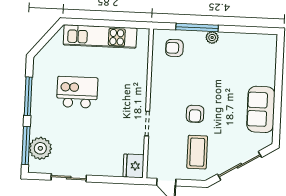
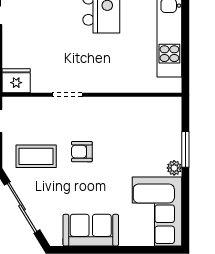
window: (197, 27) -> (185, 149), width x0.69
armchair: (174, 48) -> (160, 123), removed
corner sofa: (248, 54) -> (157, 211), added

